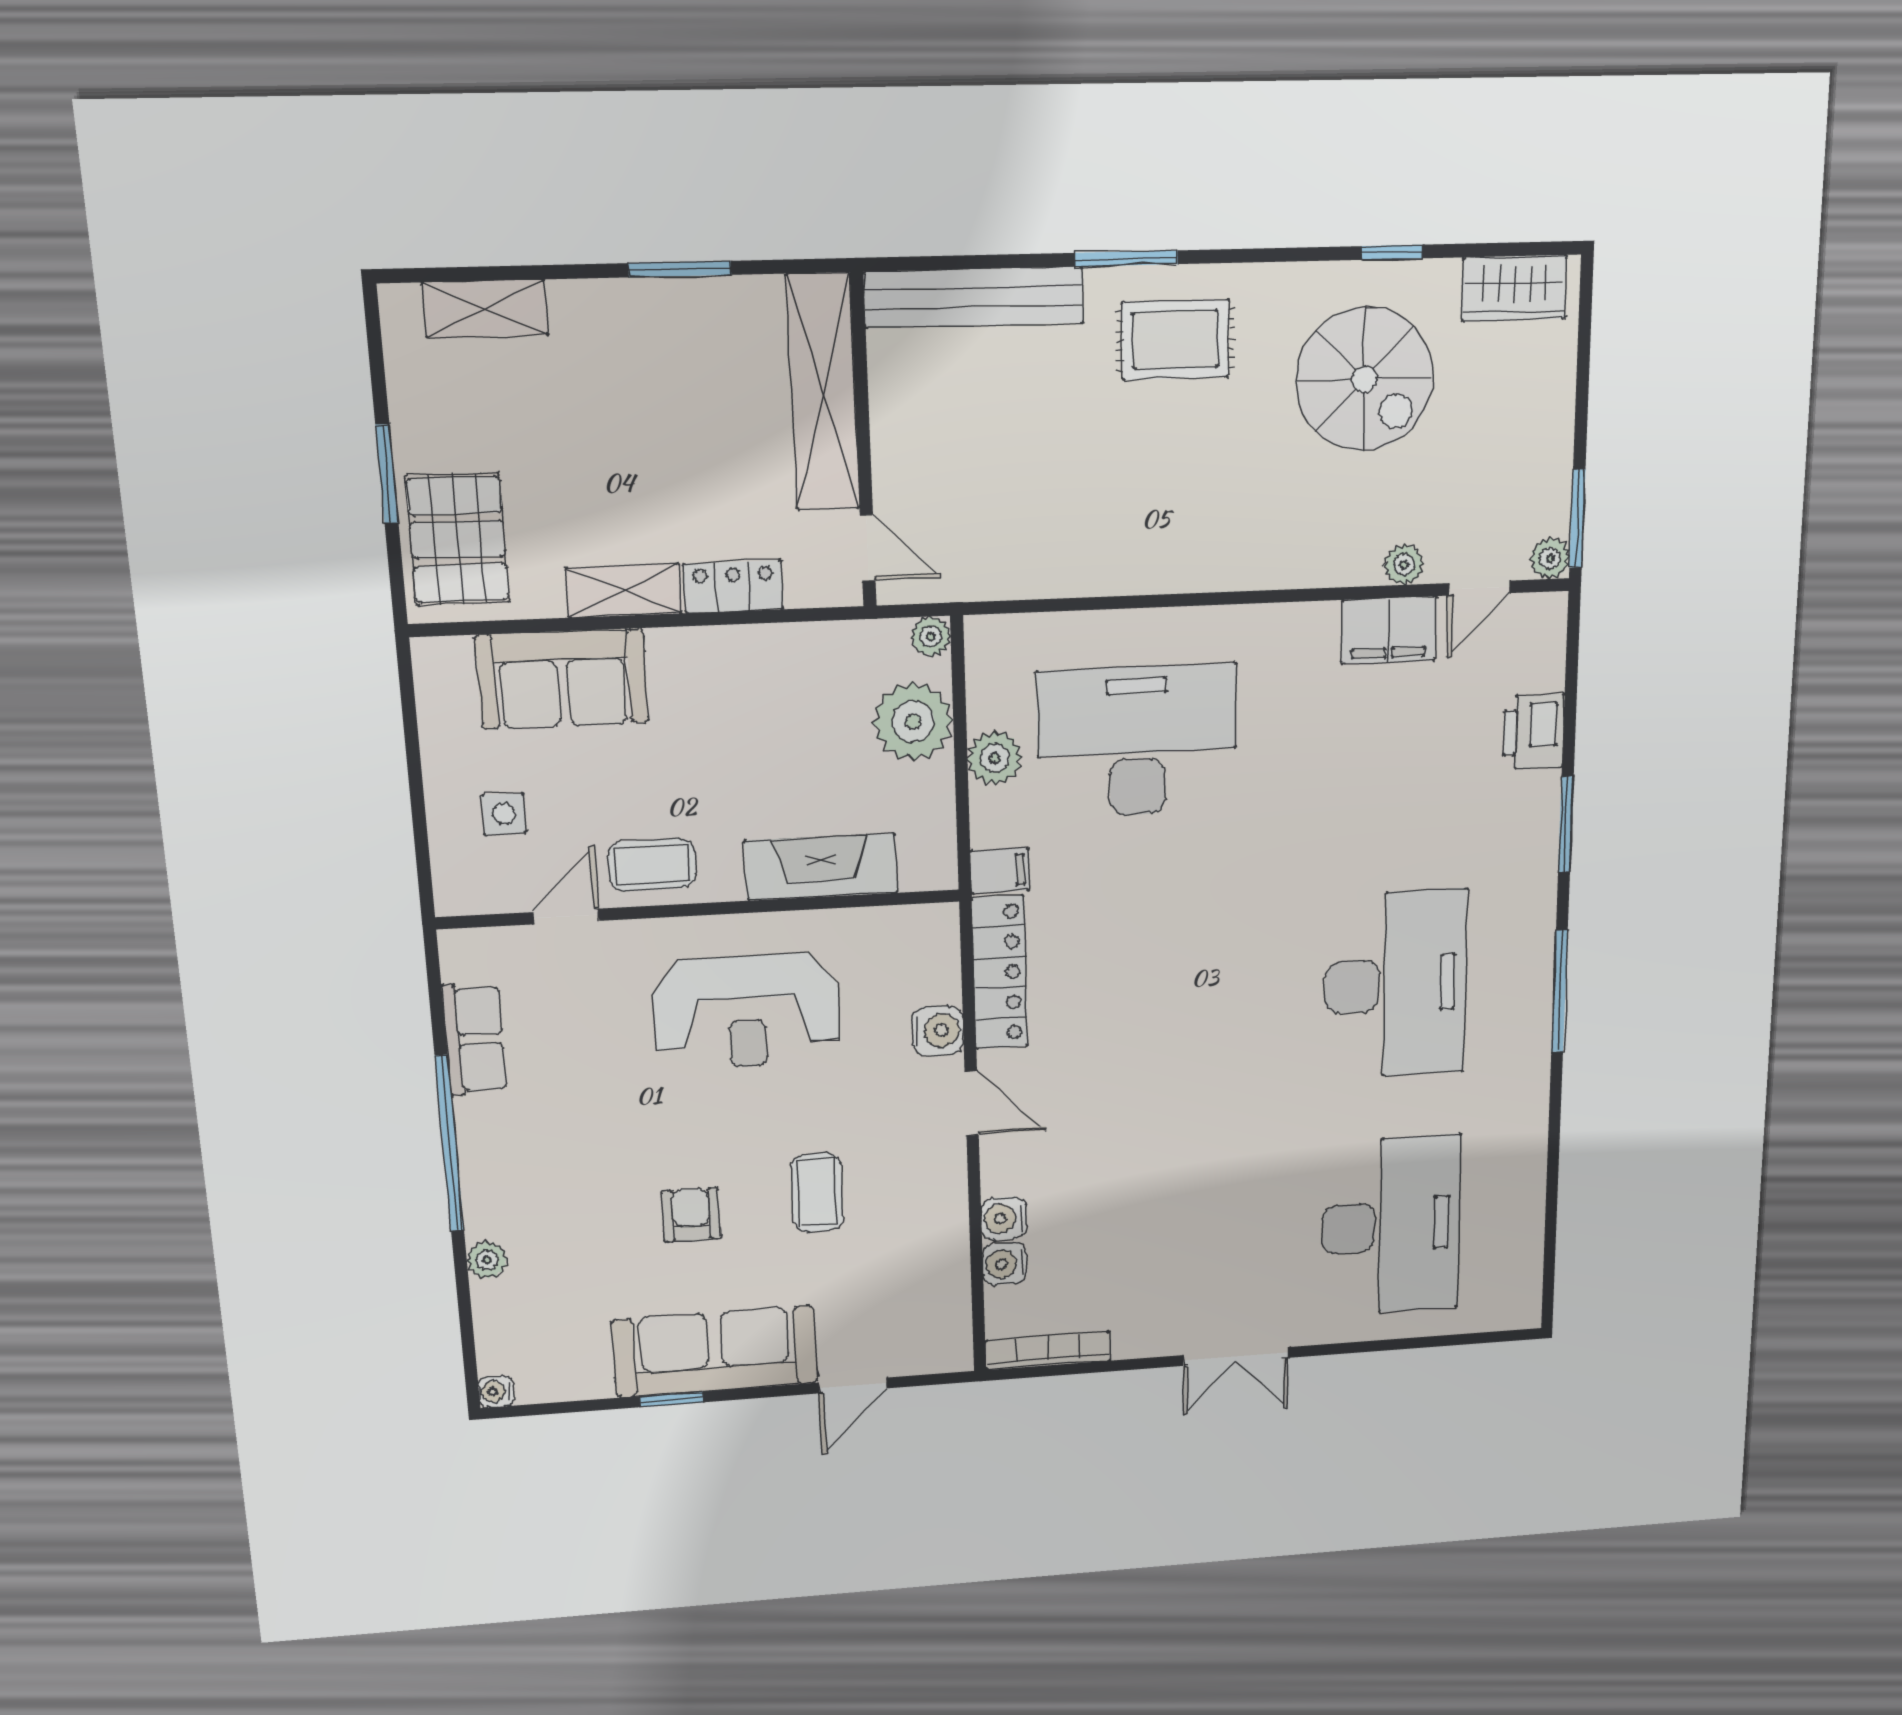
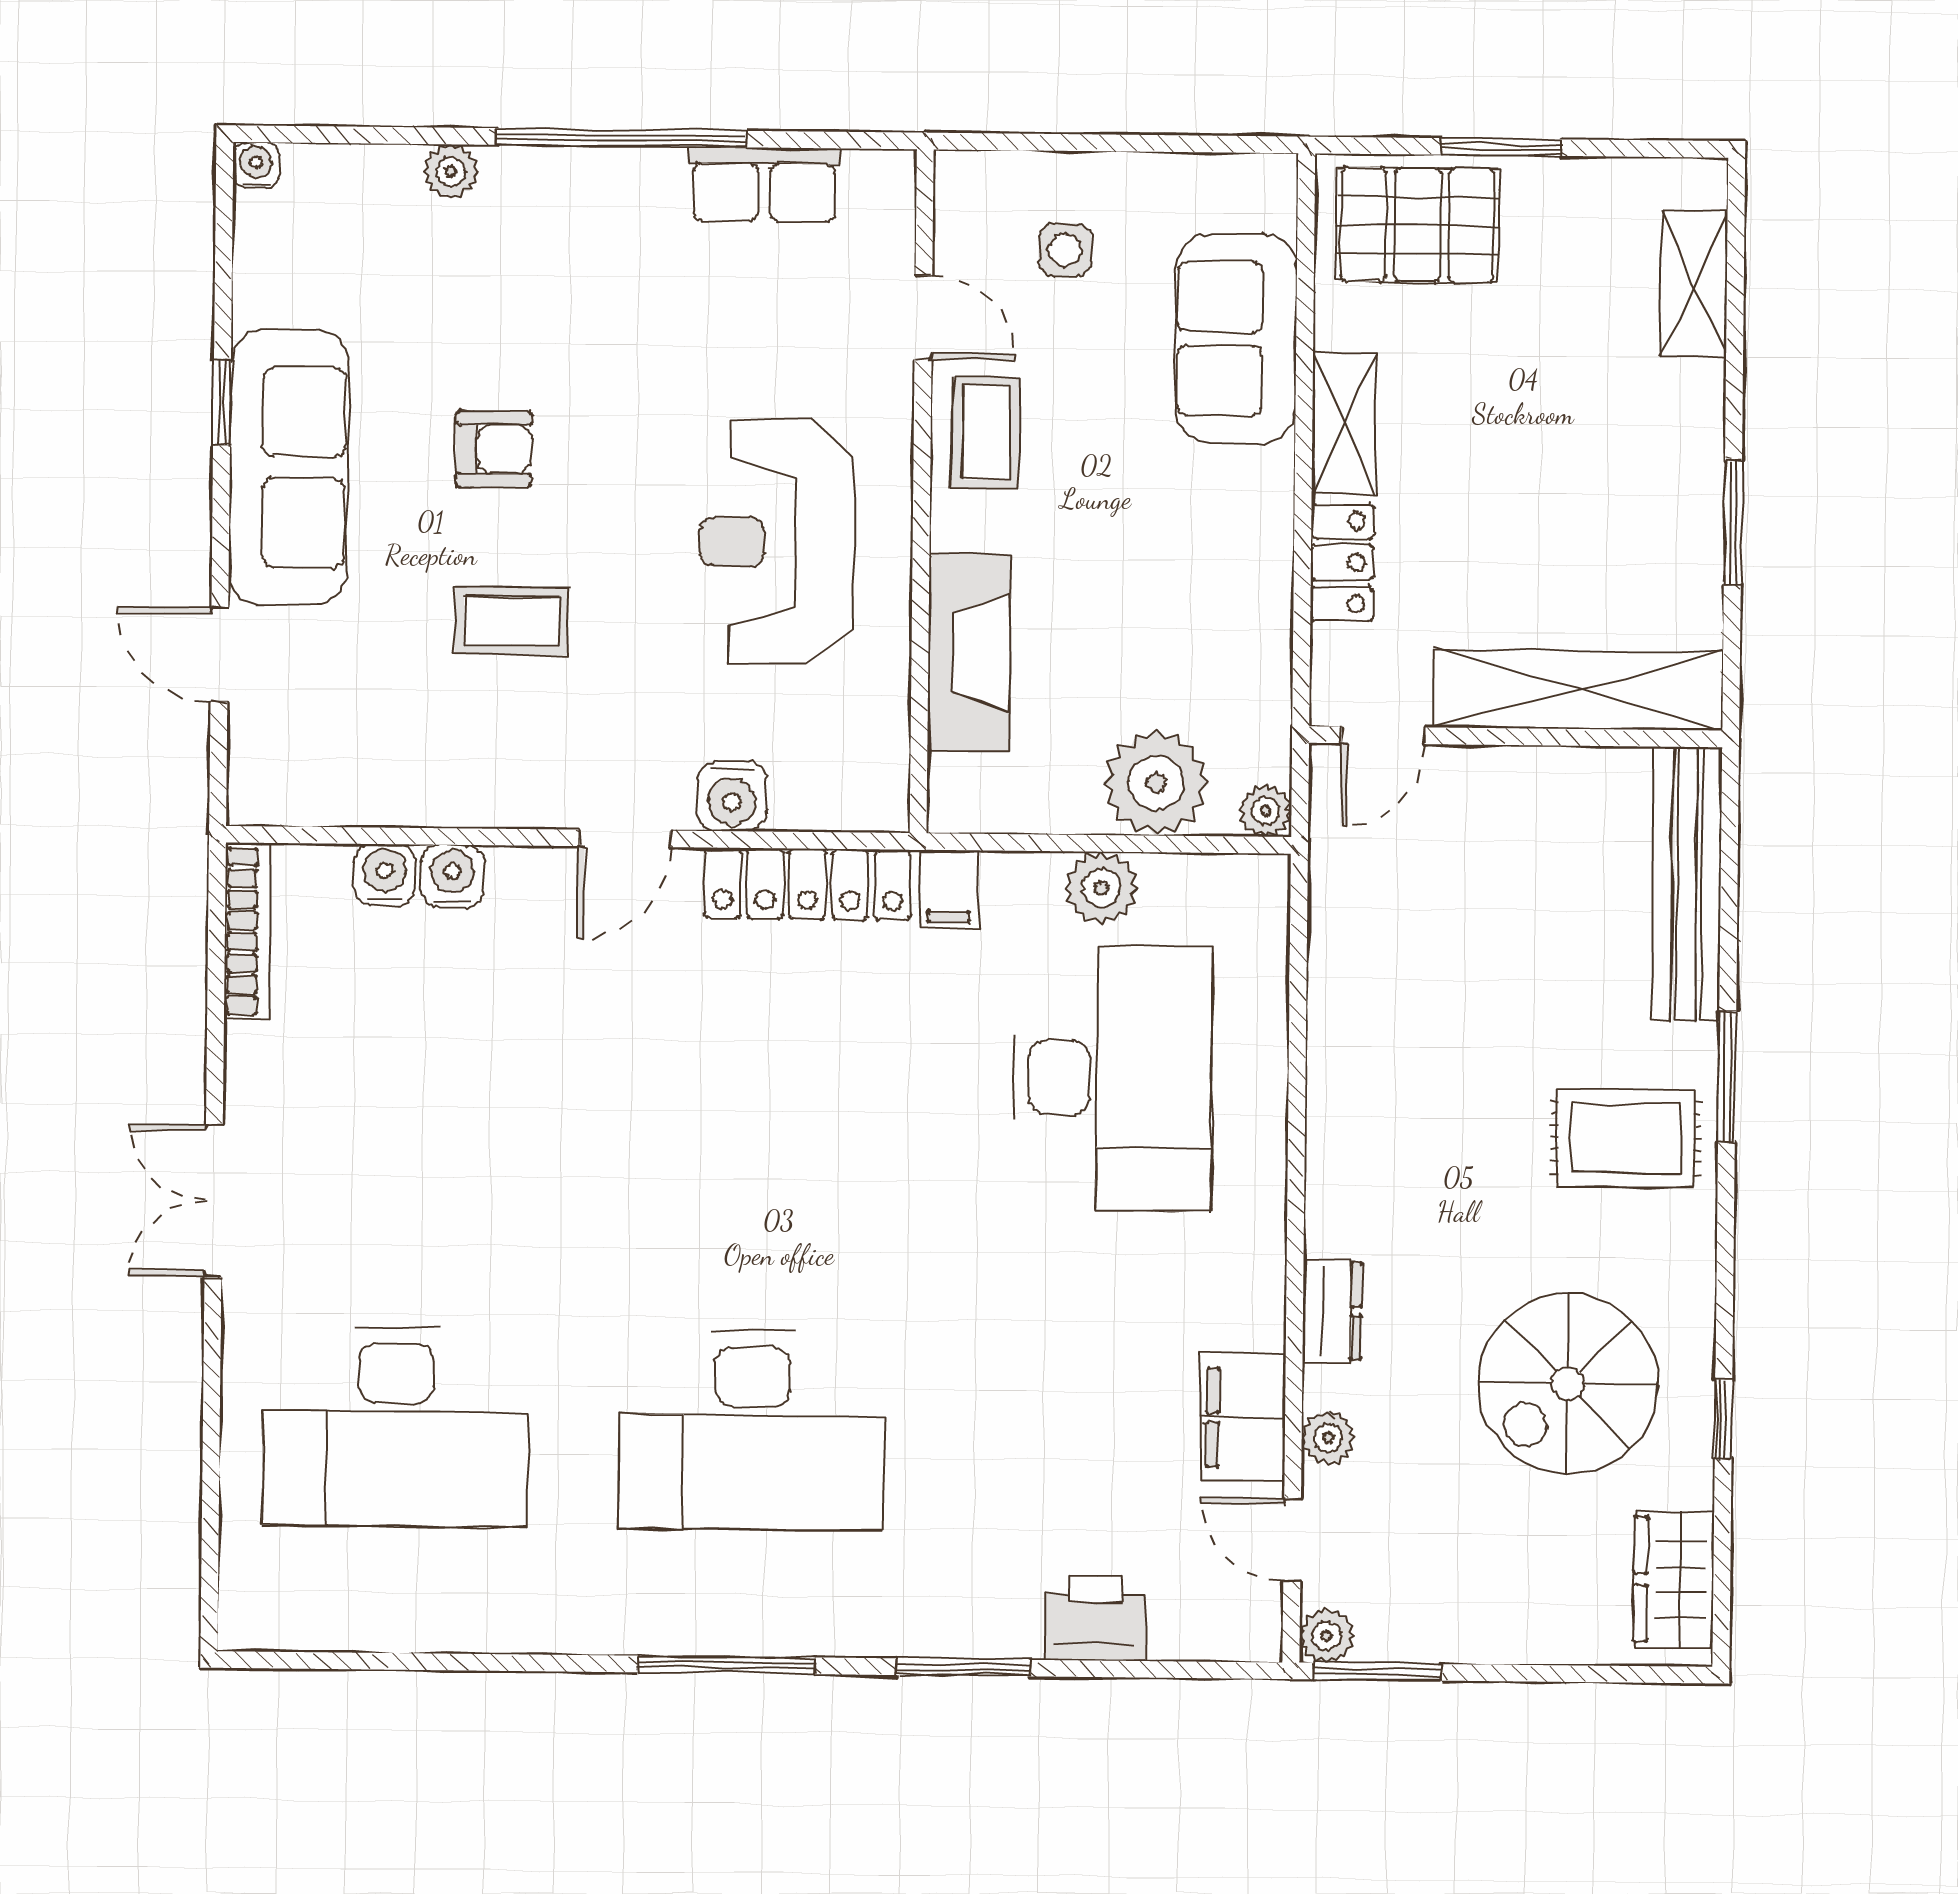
rug: (1175, 340) -> (1626, 1138), turned 90
dresser: (1310, 566) -> (1332, 1311), added

